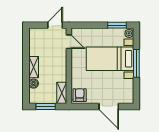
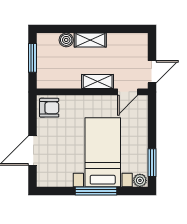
door: (55, 25) -> (152, 72), hinge flipped
shelving: (62, 93) -> (98, 82), moved

